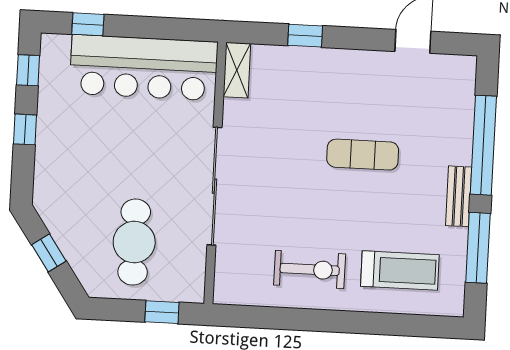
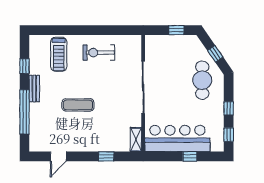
window: (88, 24) -> (190, 156), moved
cafe table: (134, 242) -> (202, 80), moved
window: (478, 248) -> (24, 66), width x0.46
treadmill: (400, 270) -> (59, 54), turned -90
window: (162, 312) -> (176, 30), moved

